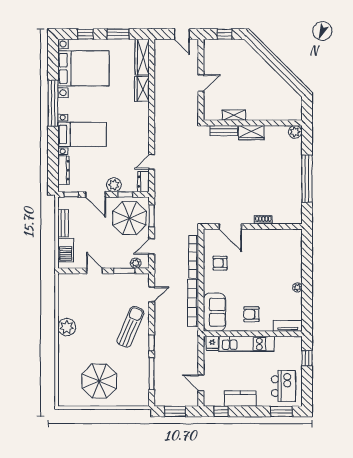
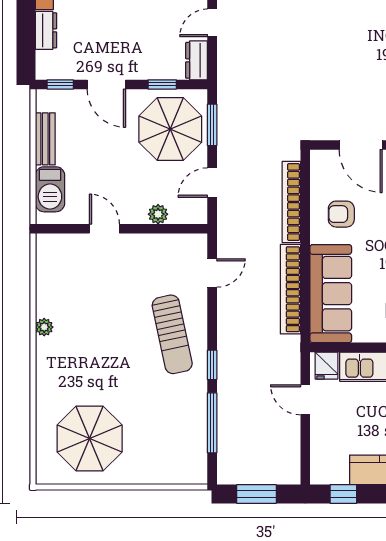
dresser: (64, 170) -> (46, 30), width x0.70
plant: (114, 185) -> (141, 66), removed
plant: (136, 263) -> (158, 214), moved
window: (124, 271) -> (161, 229), removed
sofa: (214, 312) -> (331, 294), width x1.36
plant: (67, 327) -> (44, 327), width x0.53, depth x0.53
sun lounger: (130, 327) -> (172, 334), turned 145
parasol: (99, 381) -> (90, 439), moved
door: (201, 383) -> (305, 400), moved

